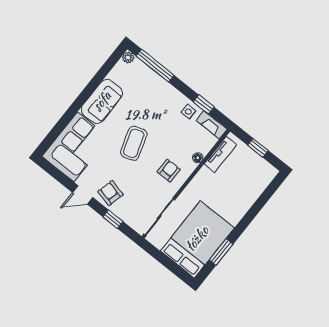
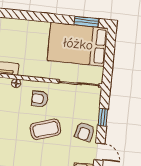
coffee table: (134, 143) -> (45, 129), moved
window: (221, 252) -> (86, 22), moved

